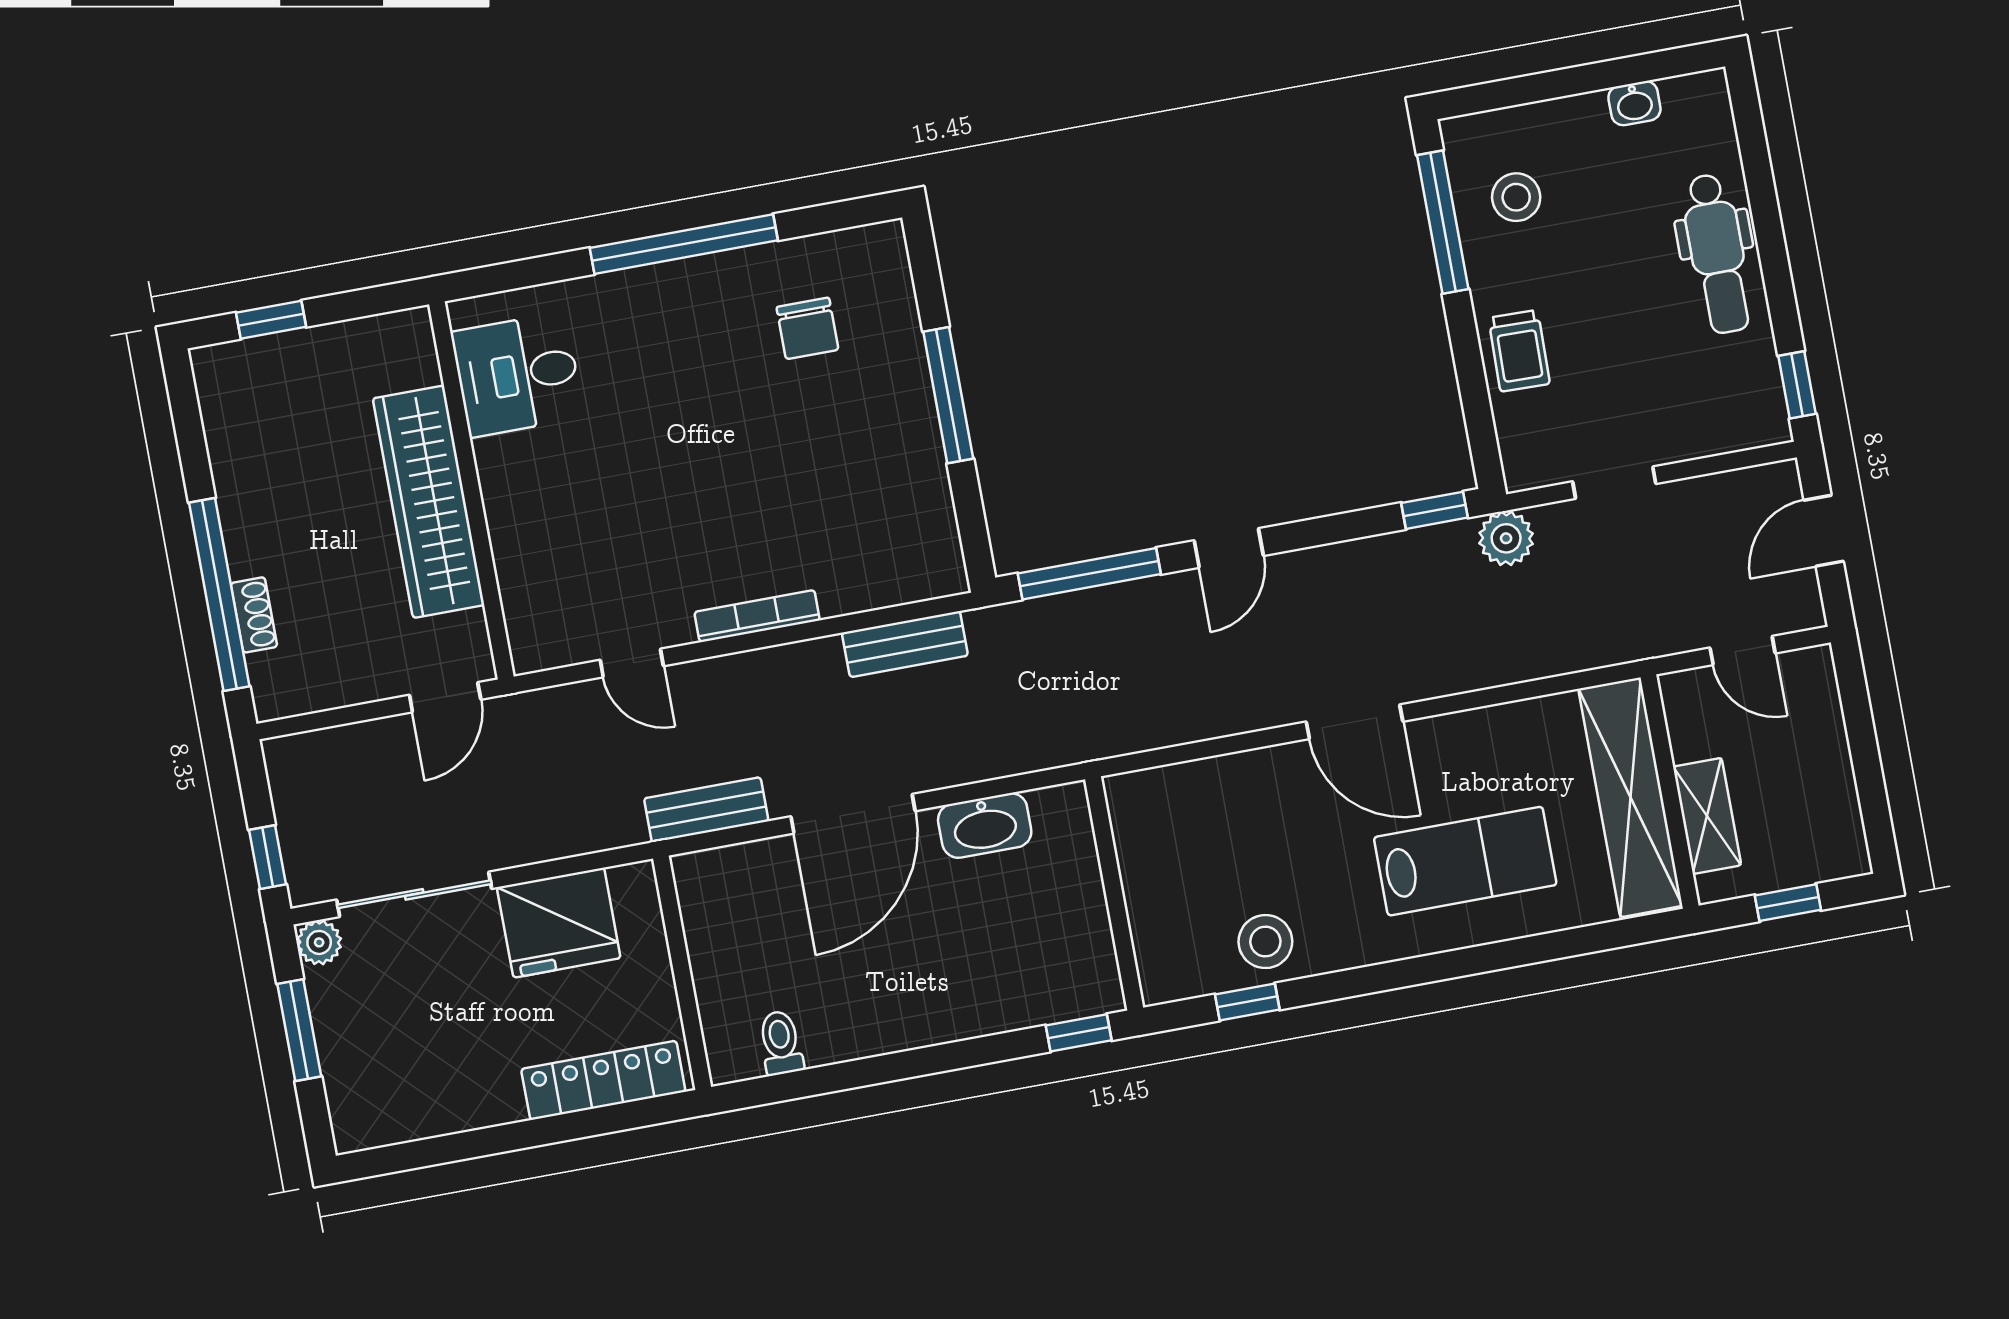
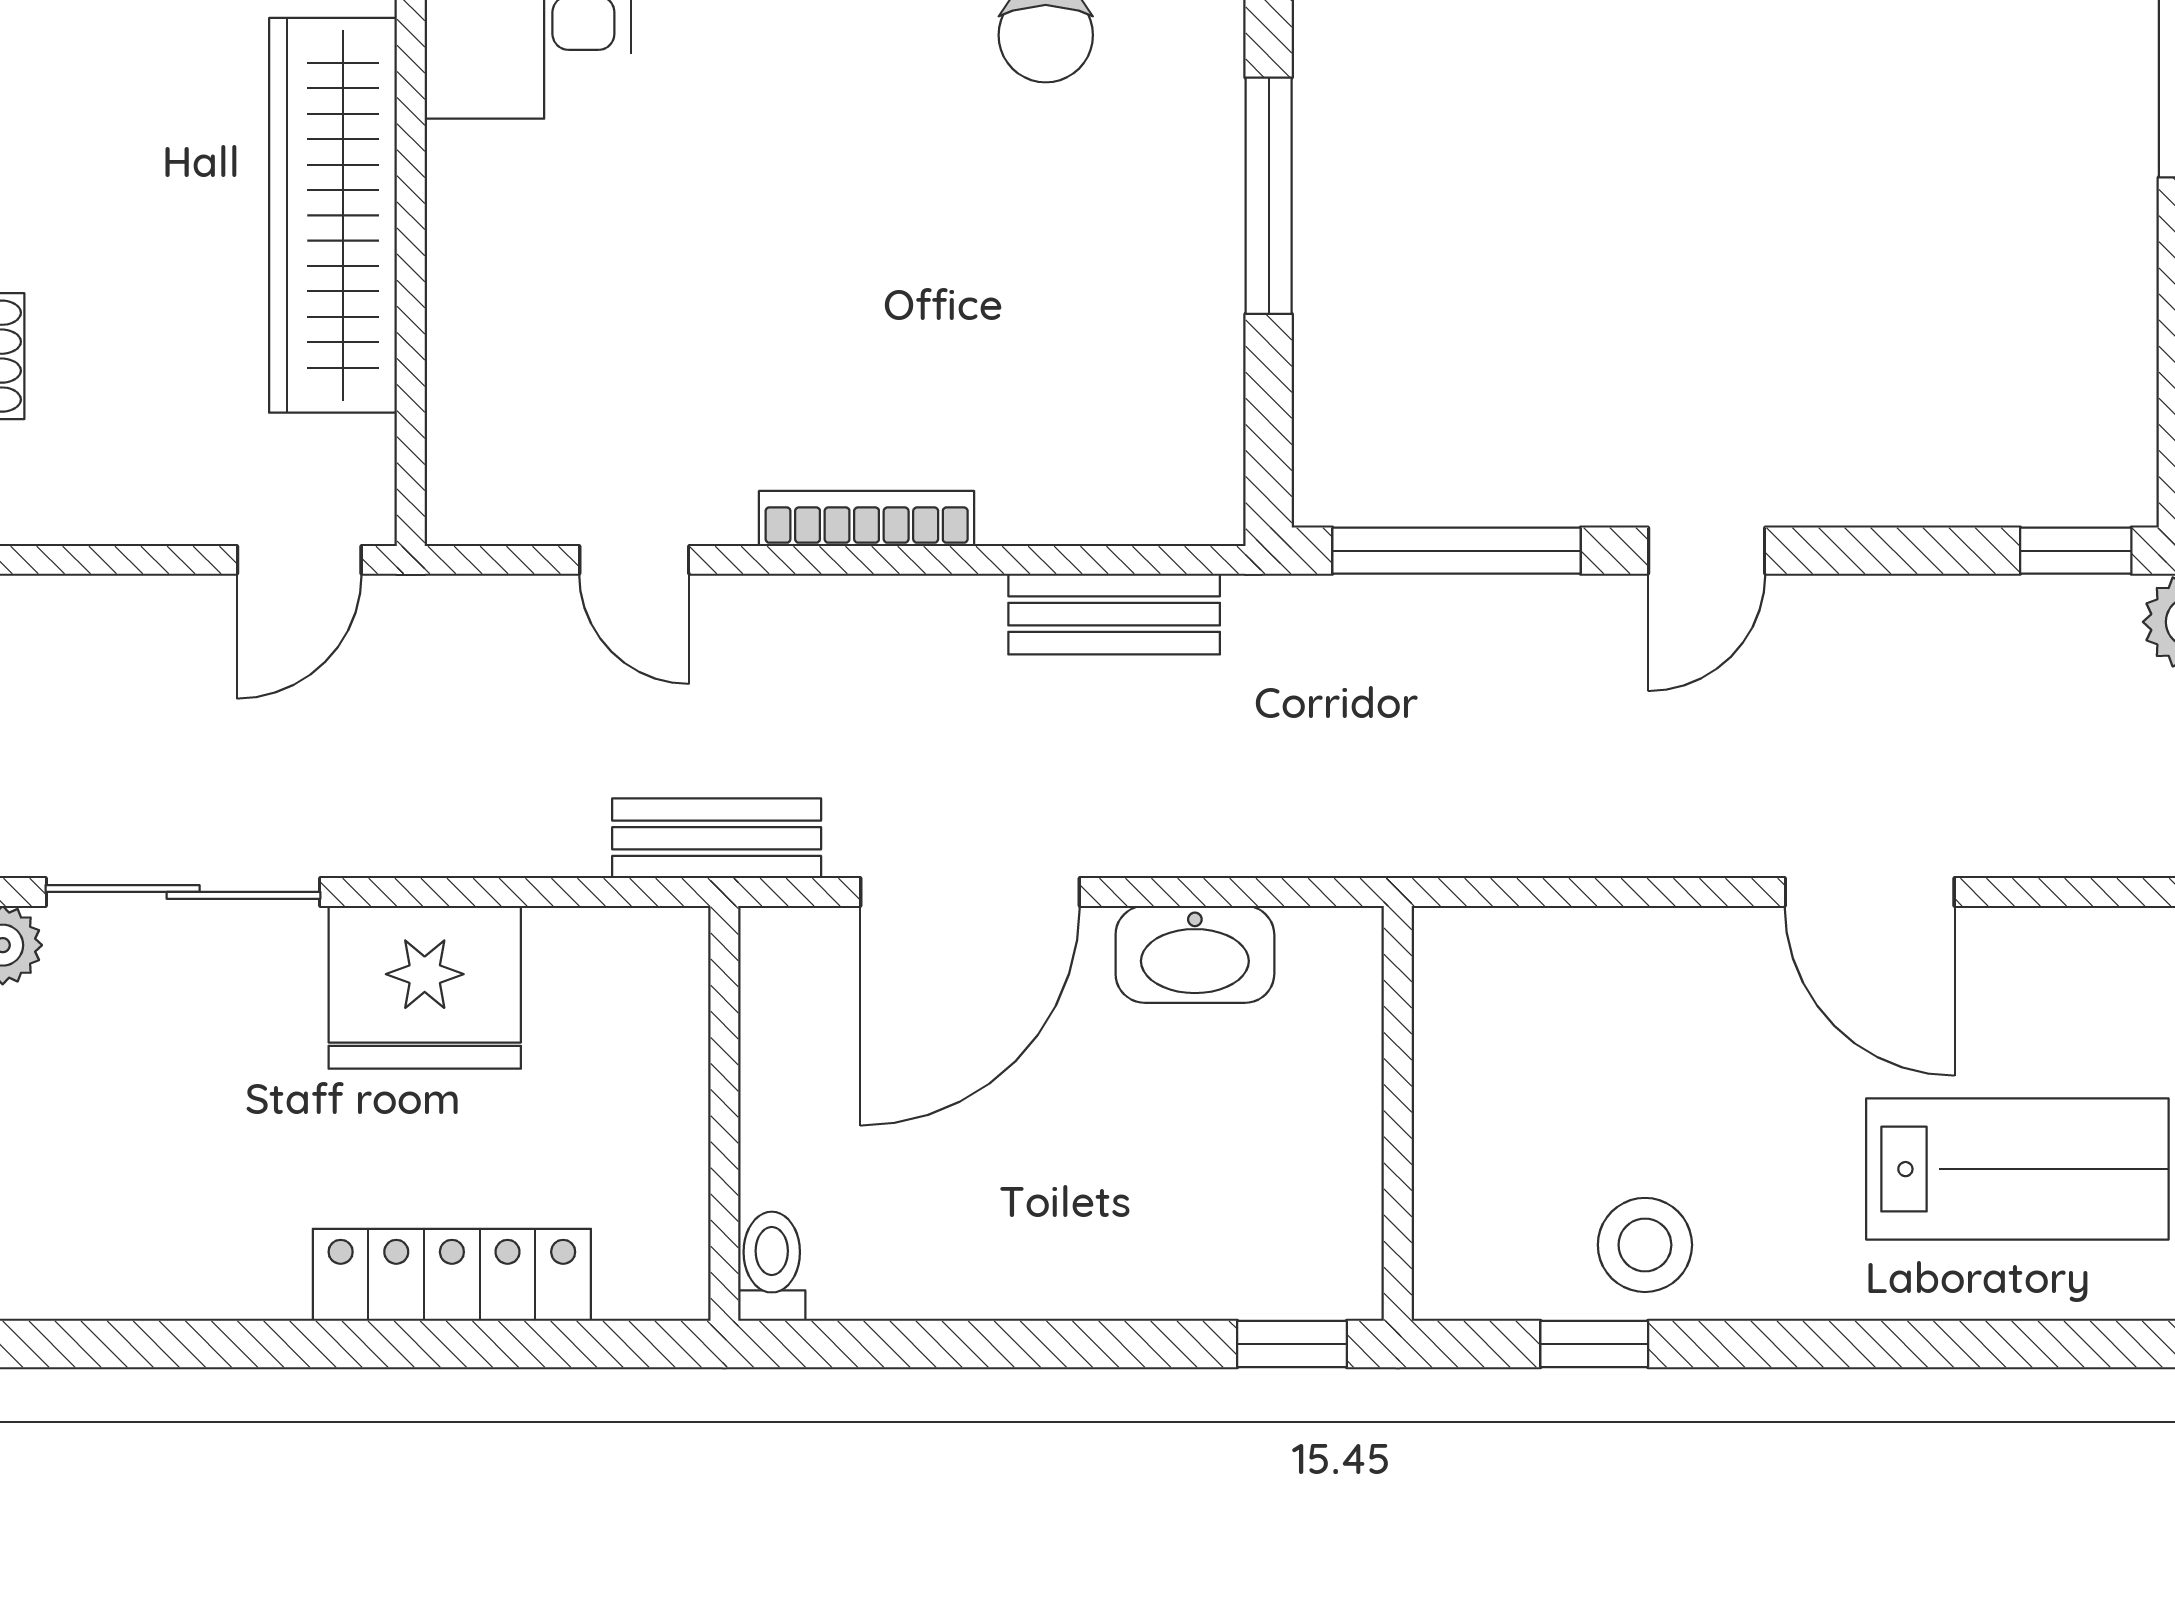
wall: (682, 973) -> (724, 1113), moved

